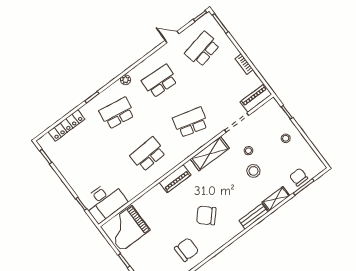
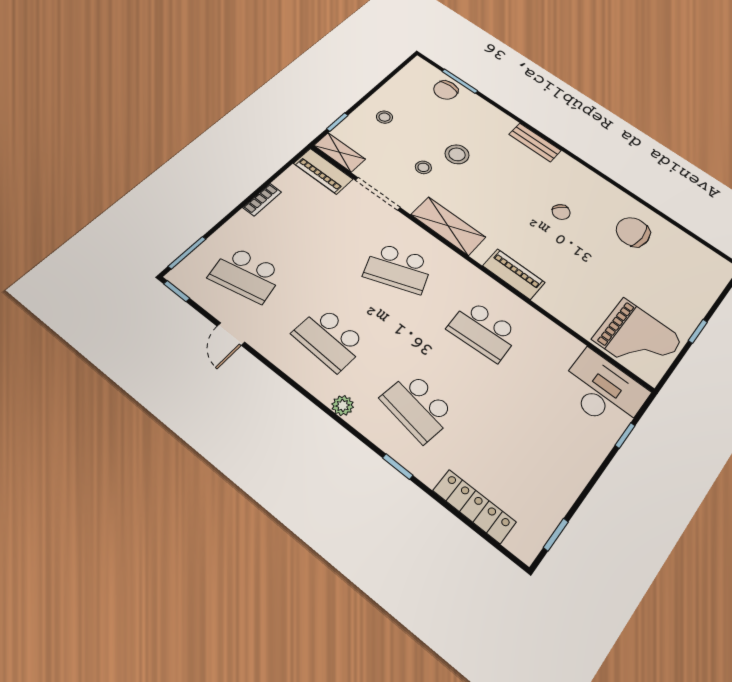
school desk: (191, 122) -> (398, 268), turned -36
shelving: (276, 199) -> (340, 152), moved
chair: (206, 215) -> (561, 212), width x0.54, depth x0.54

